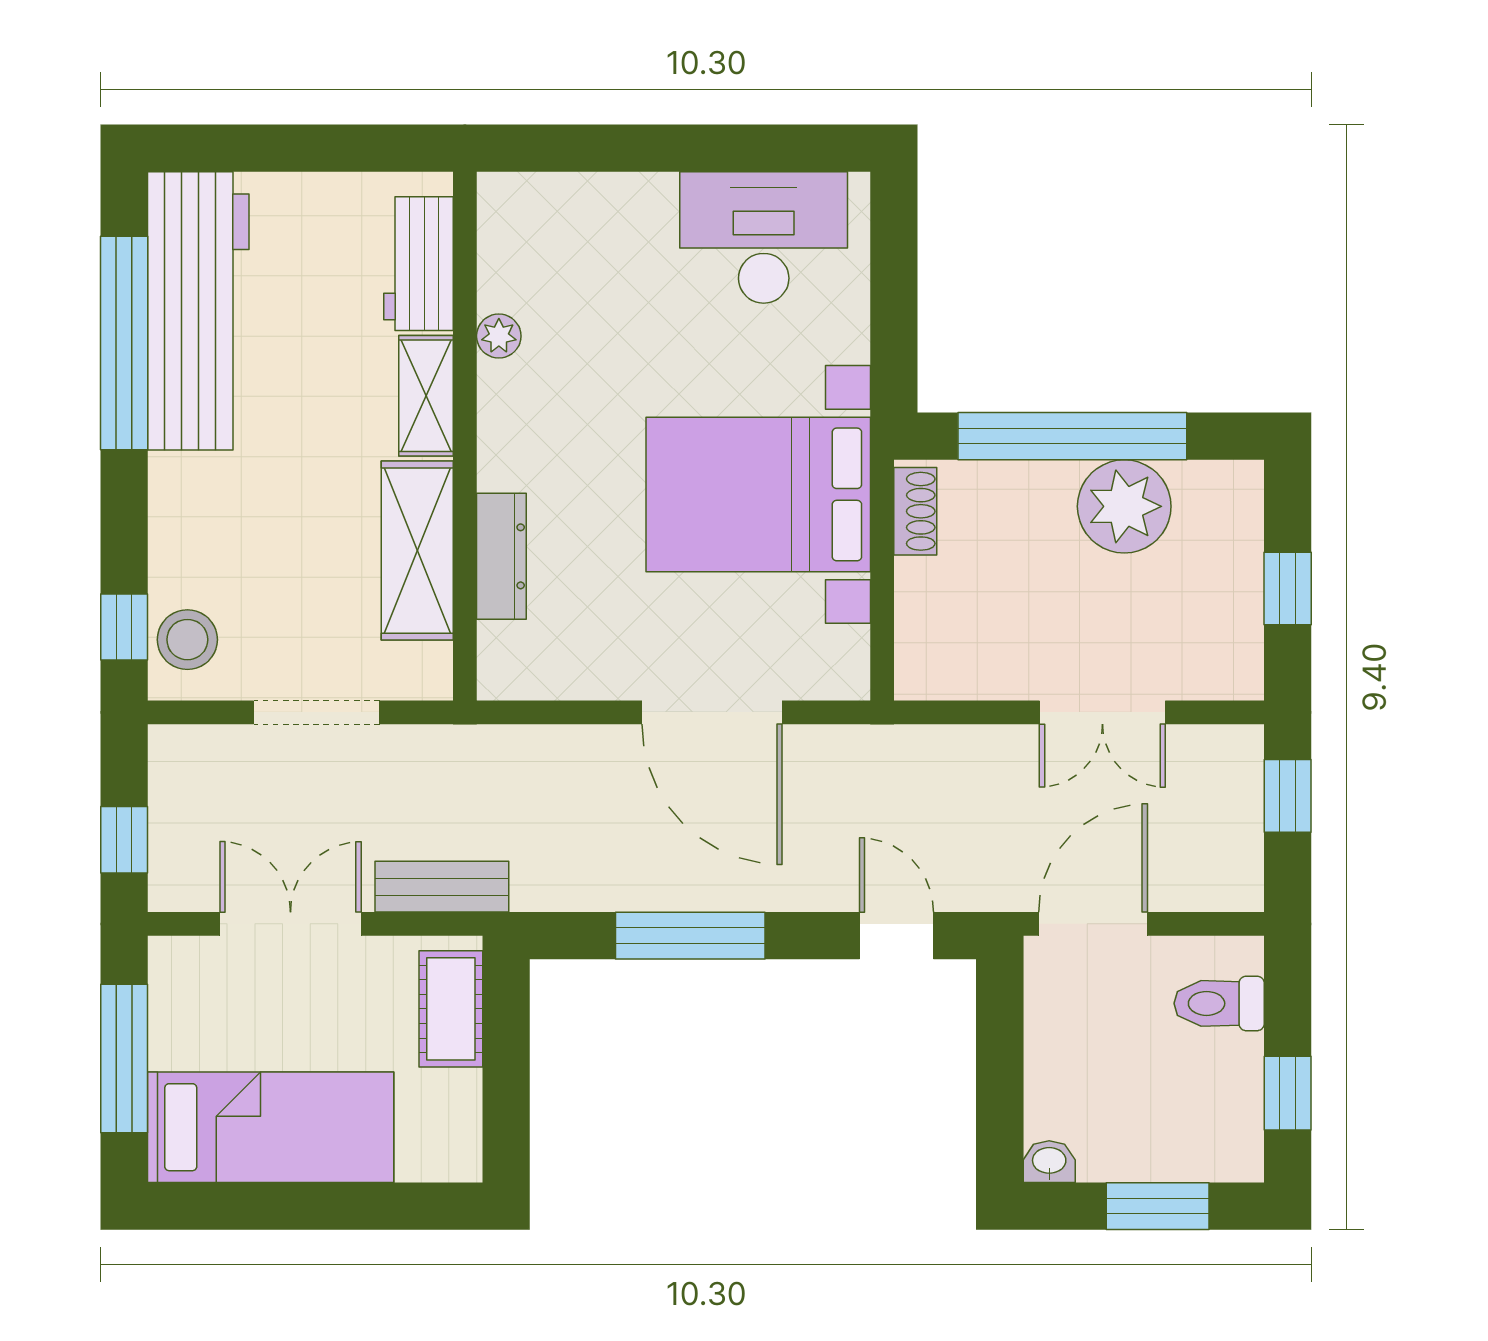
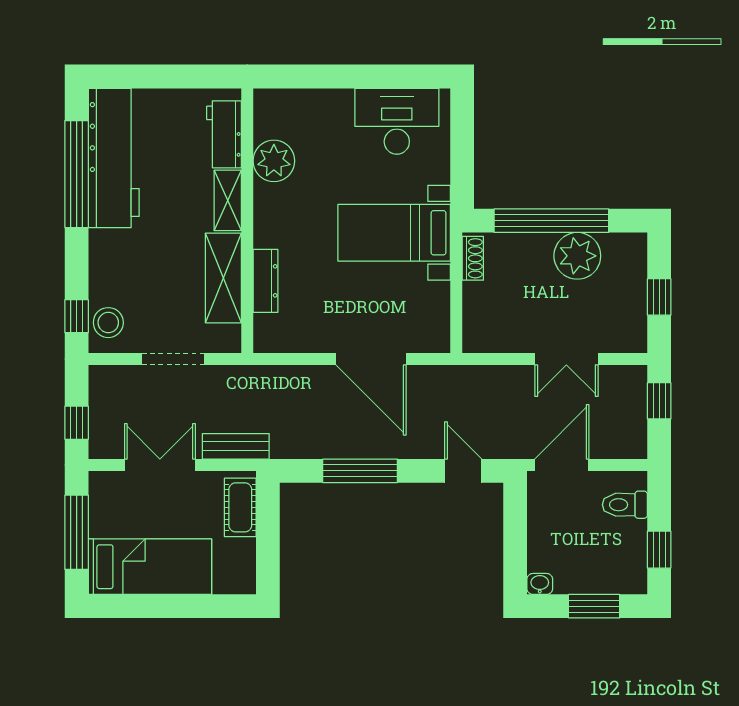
plant: (499, 336) -> (274, 161), width x1.87, depth x1.87
bed with nightstands: (758, 494) -> (394, 233), width x0.73

